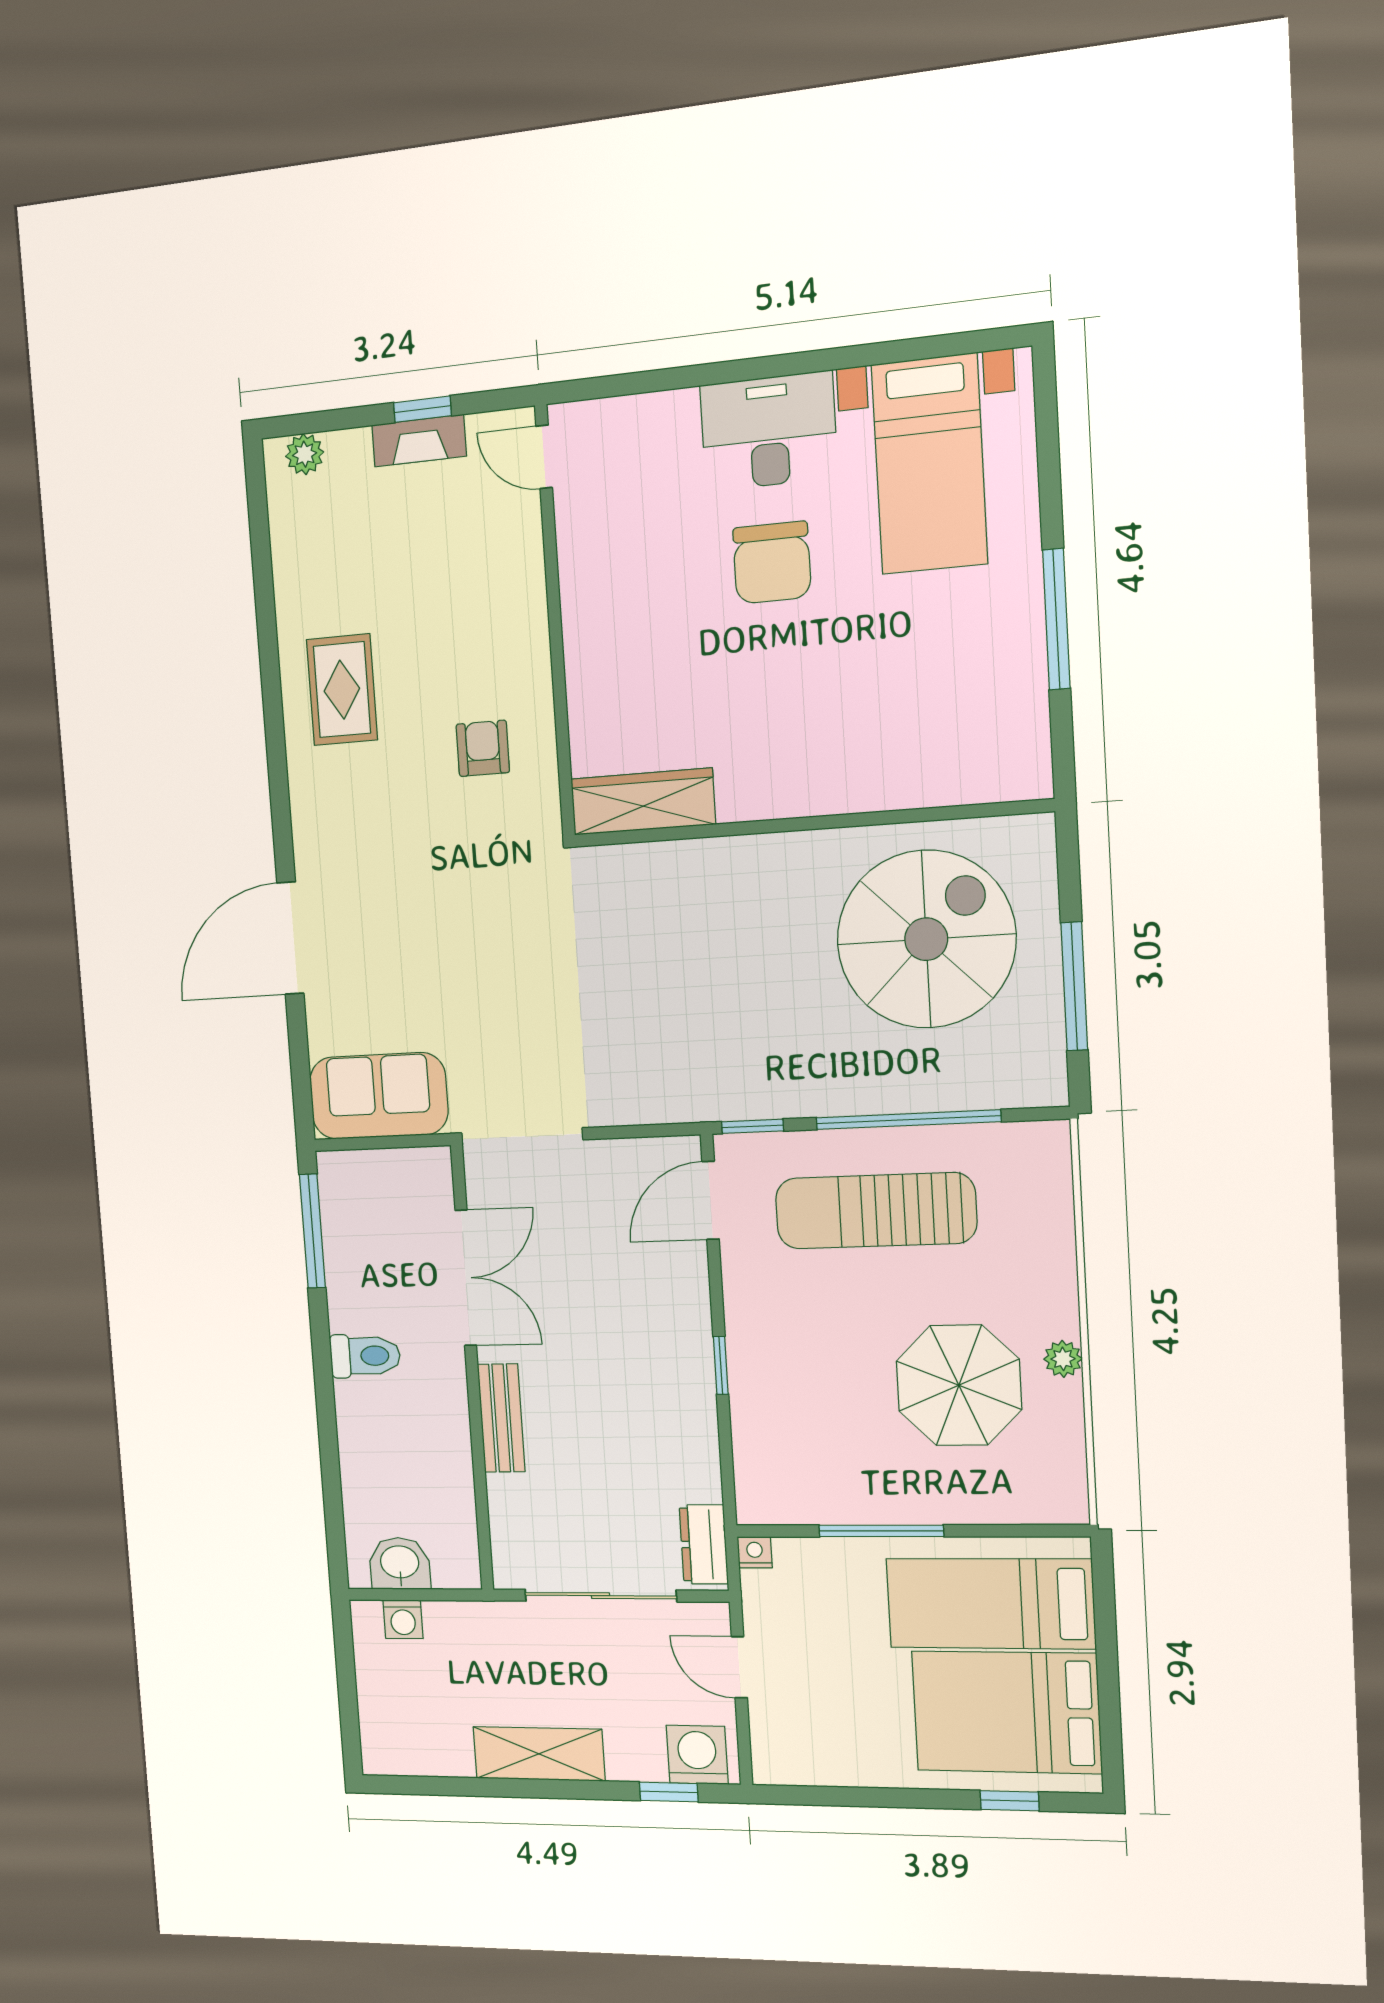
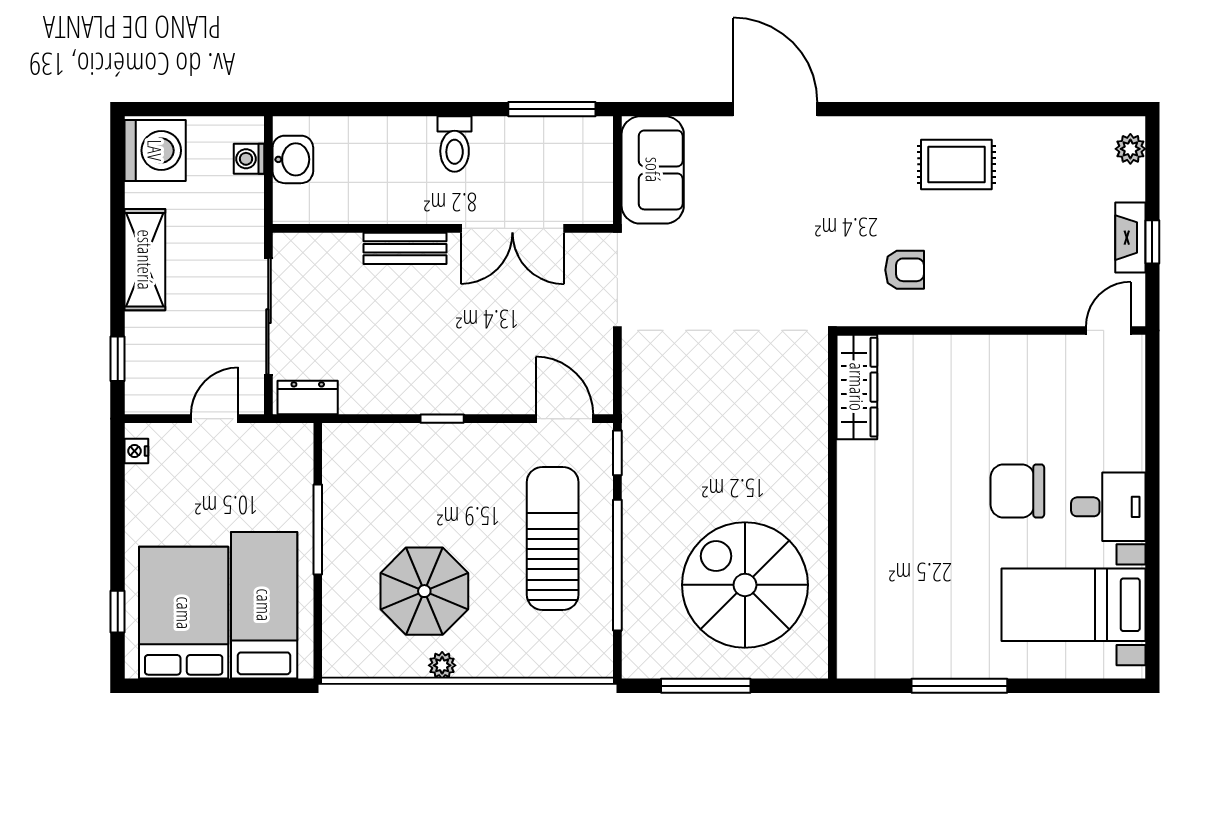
desk: (769, 431) -> (1108, 507), width x0.73
spiral stairs: (926, 939) -> (745, 585), turned 180
nightstand: (755, 1552) -> (136, 451), moved, turned 180
washing machine: (697, 1755) -> (155, 150), moved, width x1.37, depth x1.37

